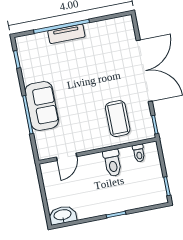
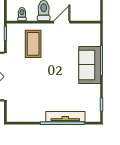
tv unit: (66, 34) -> (65, 117), width x1.41
door: (67, 157) -> (62, 22), moved

